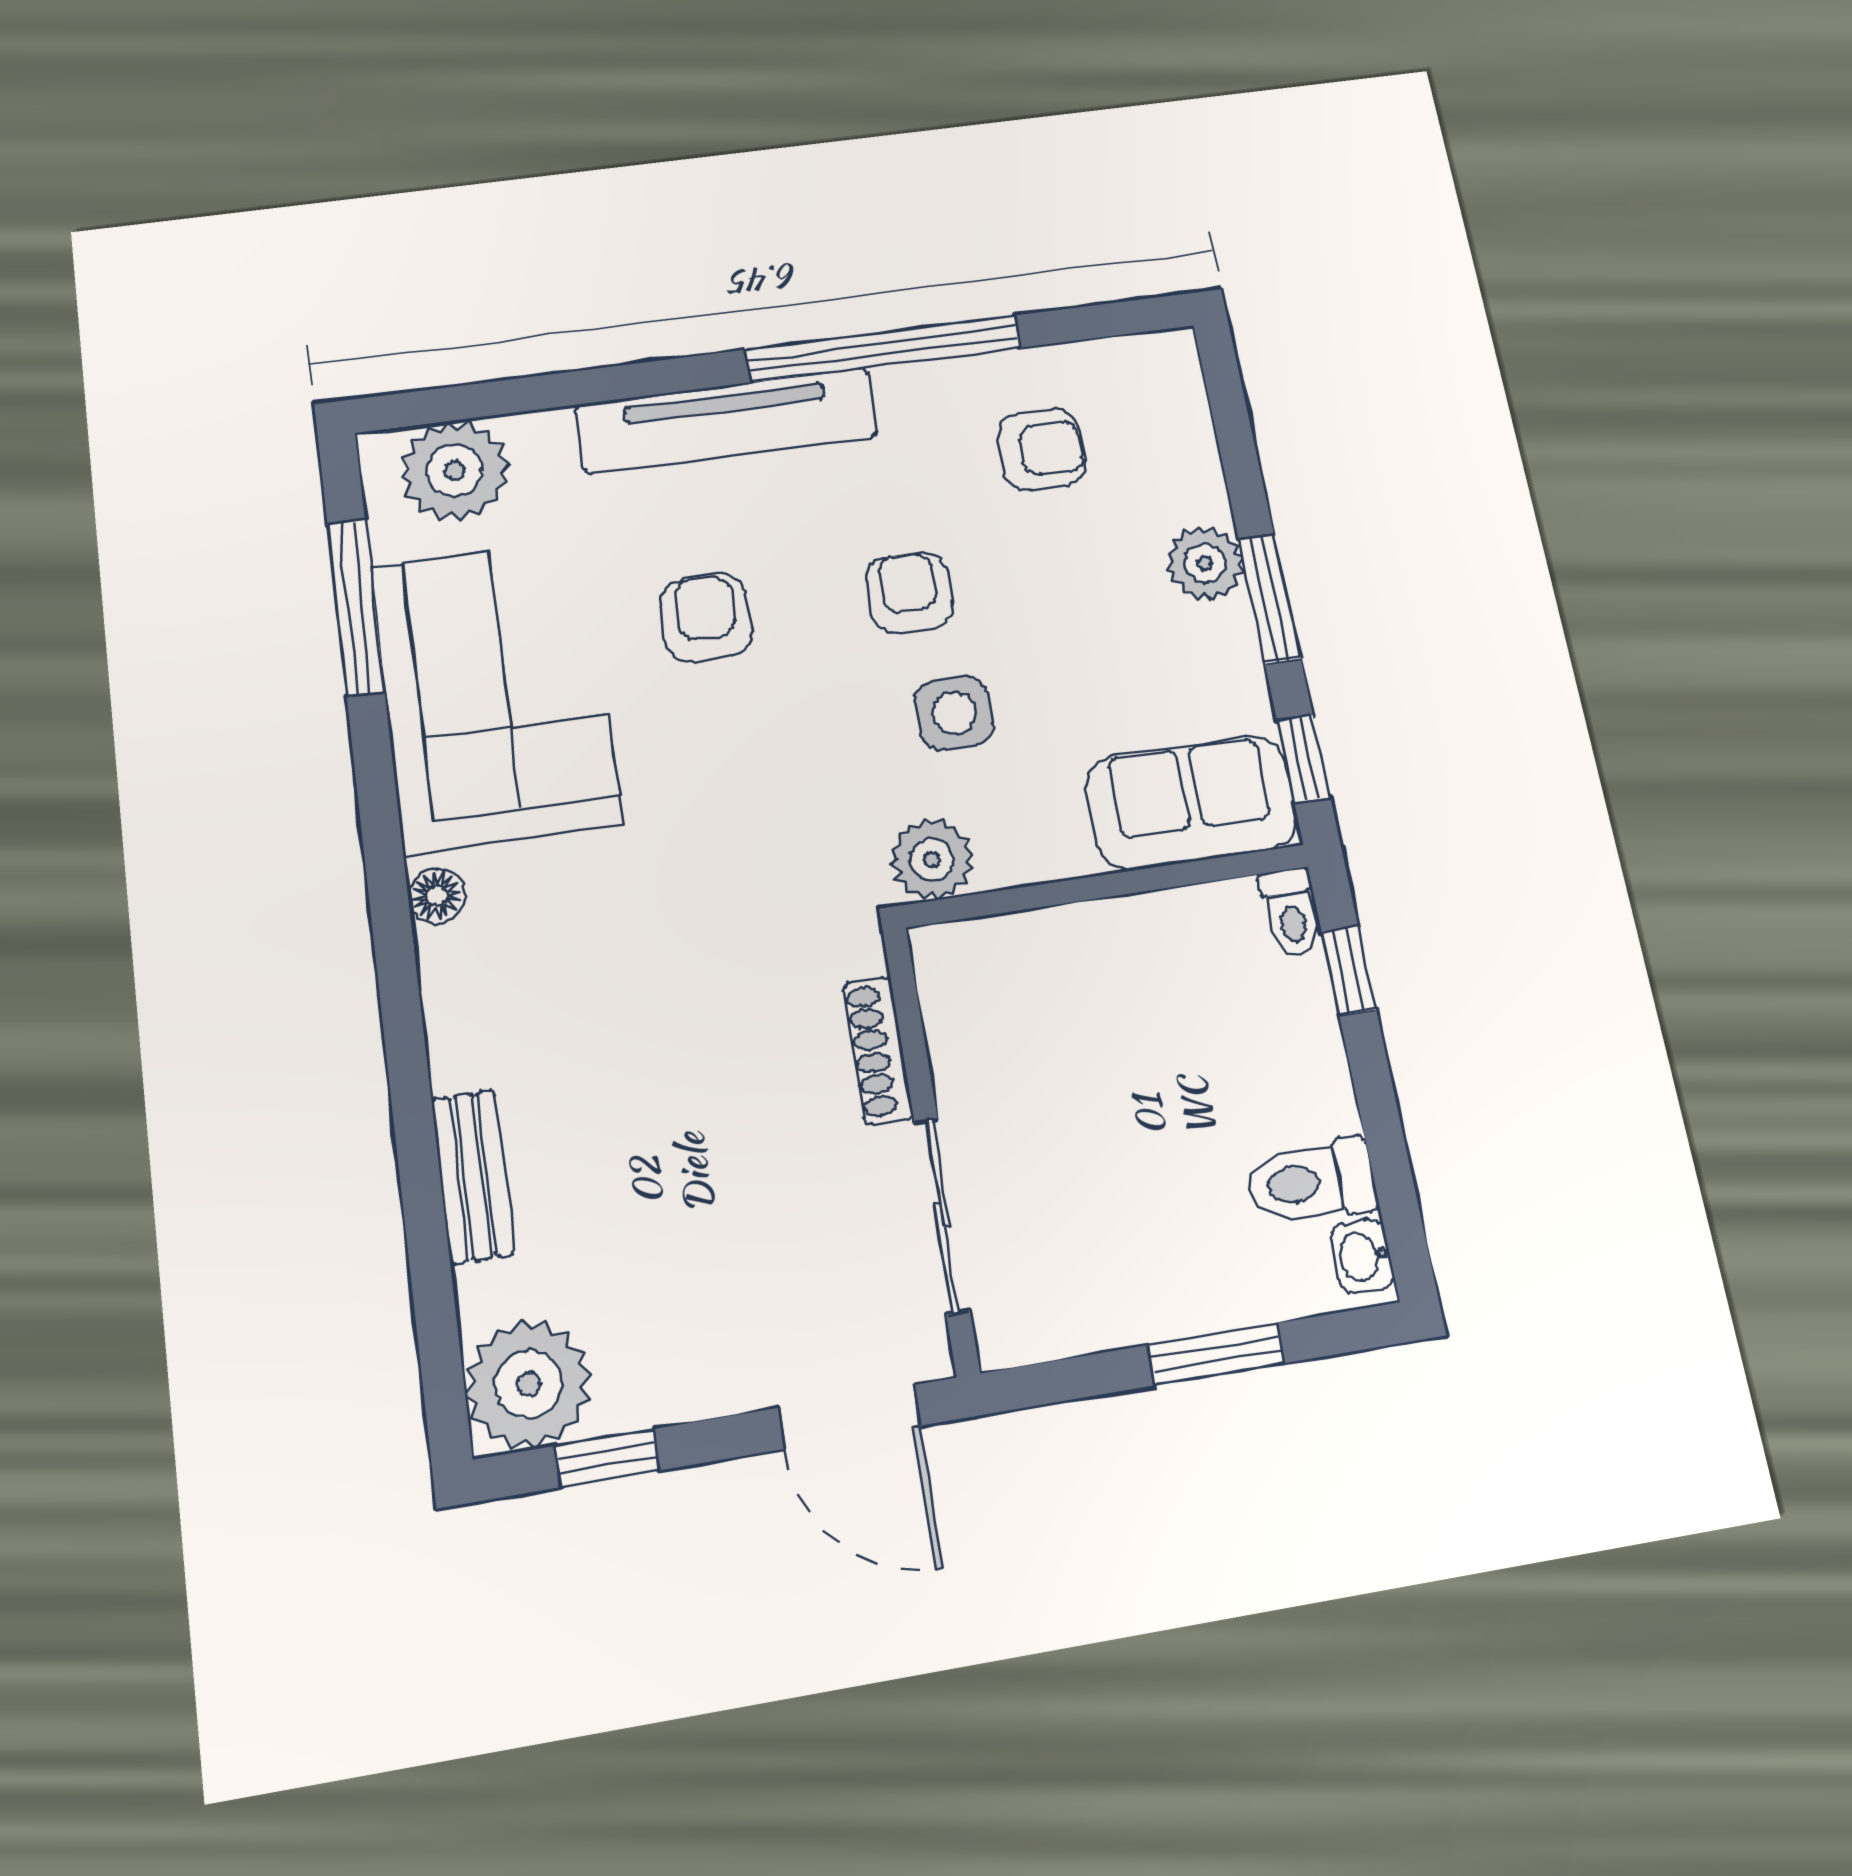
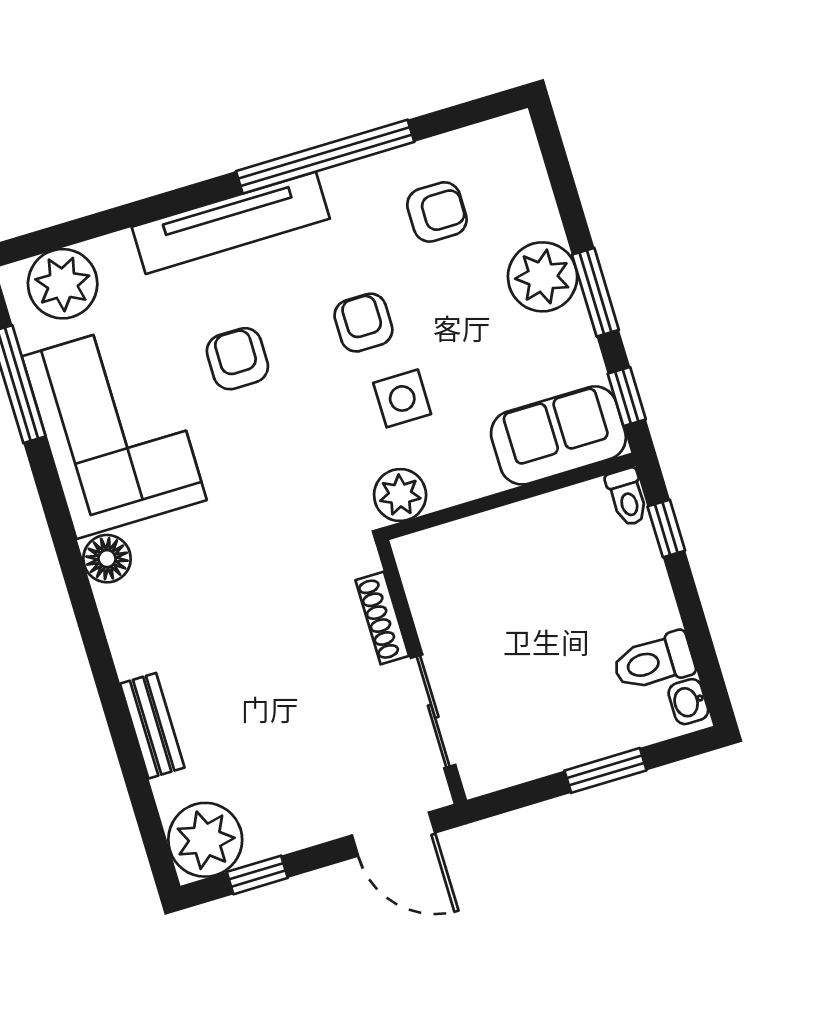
plant: (1205, 563) -> (543, 277), width x1.36, depth x1.36
floor lamp: (436, 896) -> (107, 559), width x1.37, depth x1.37

